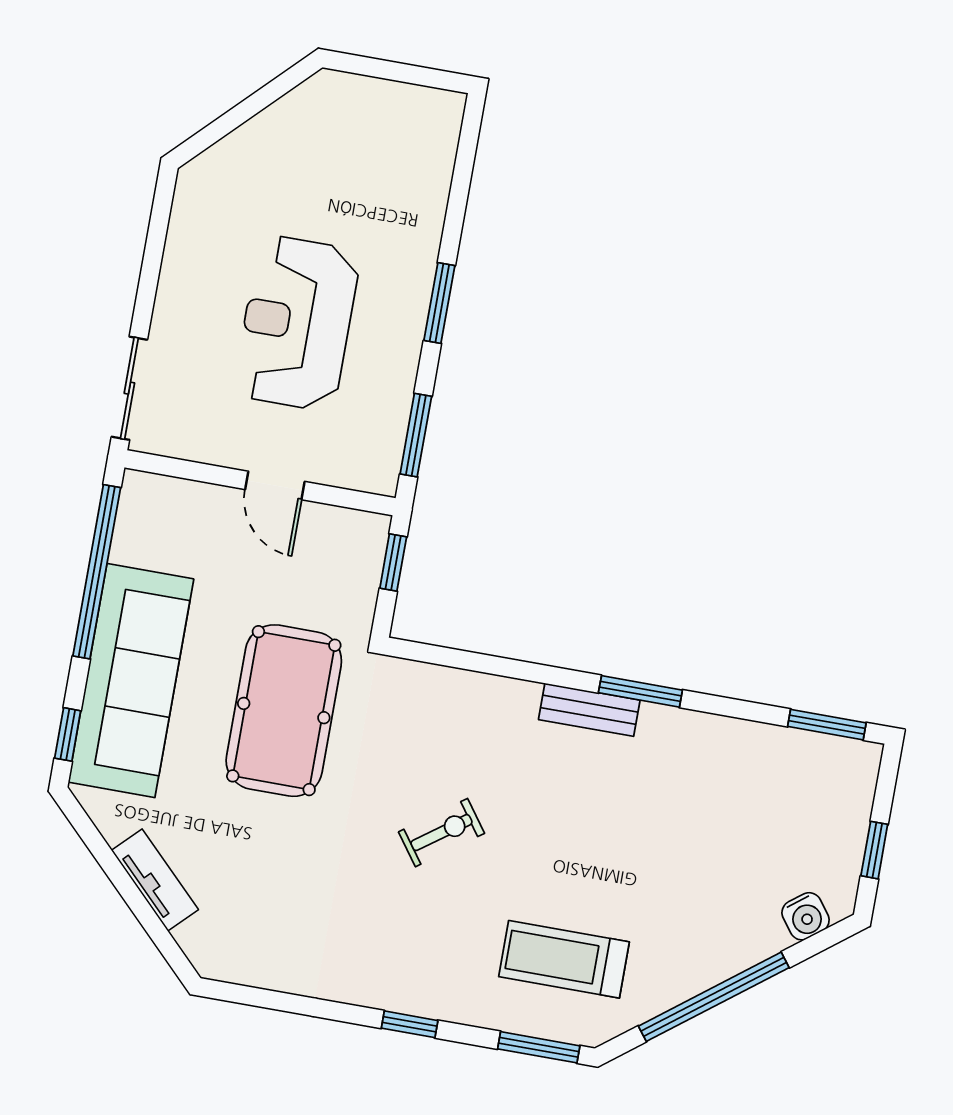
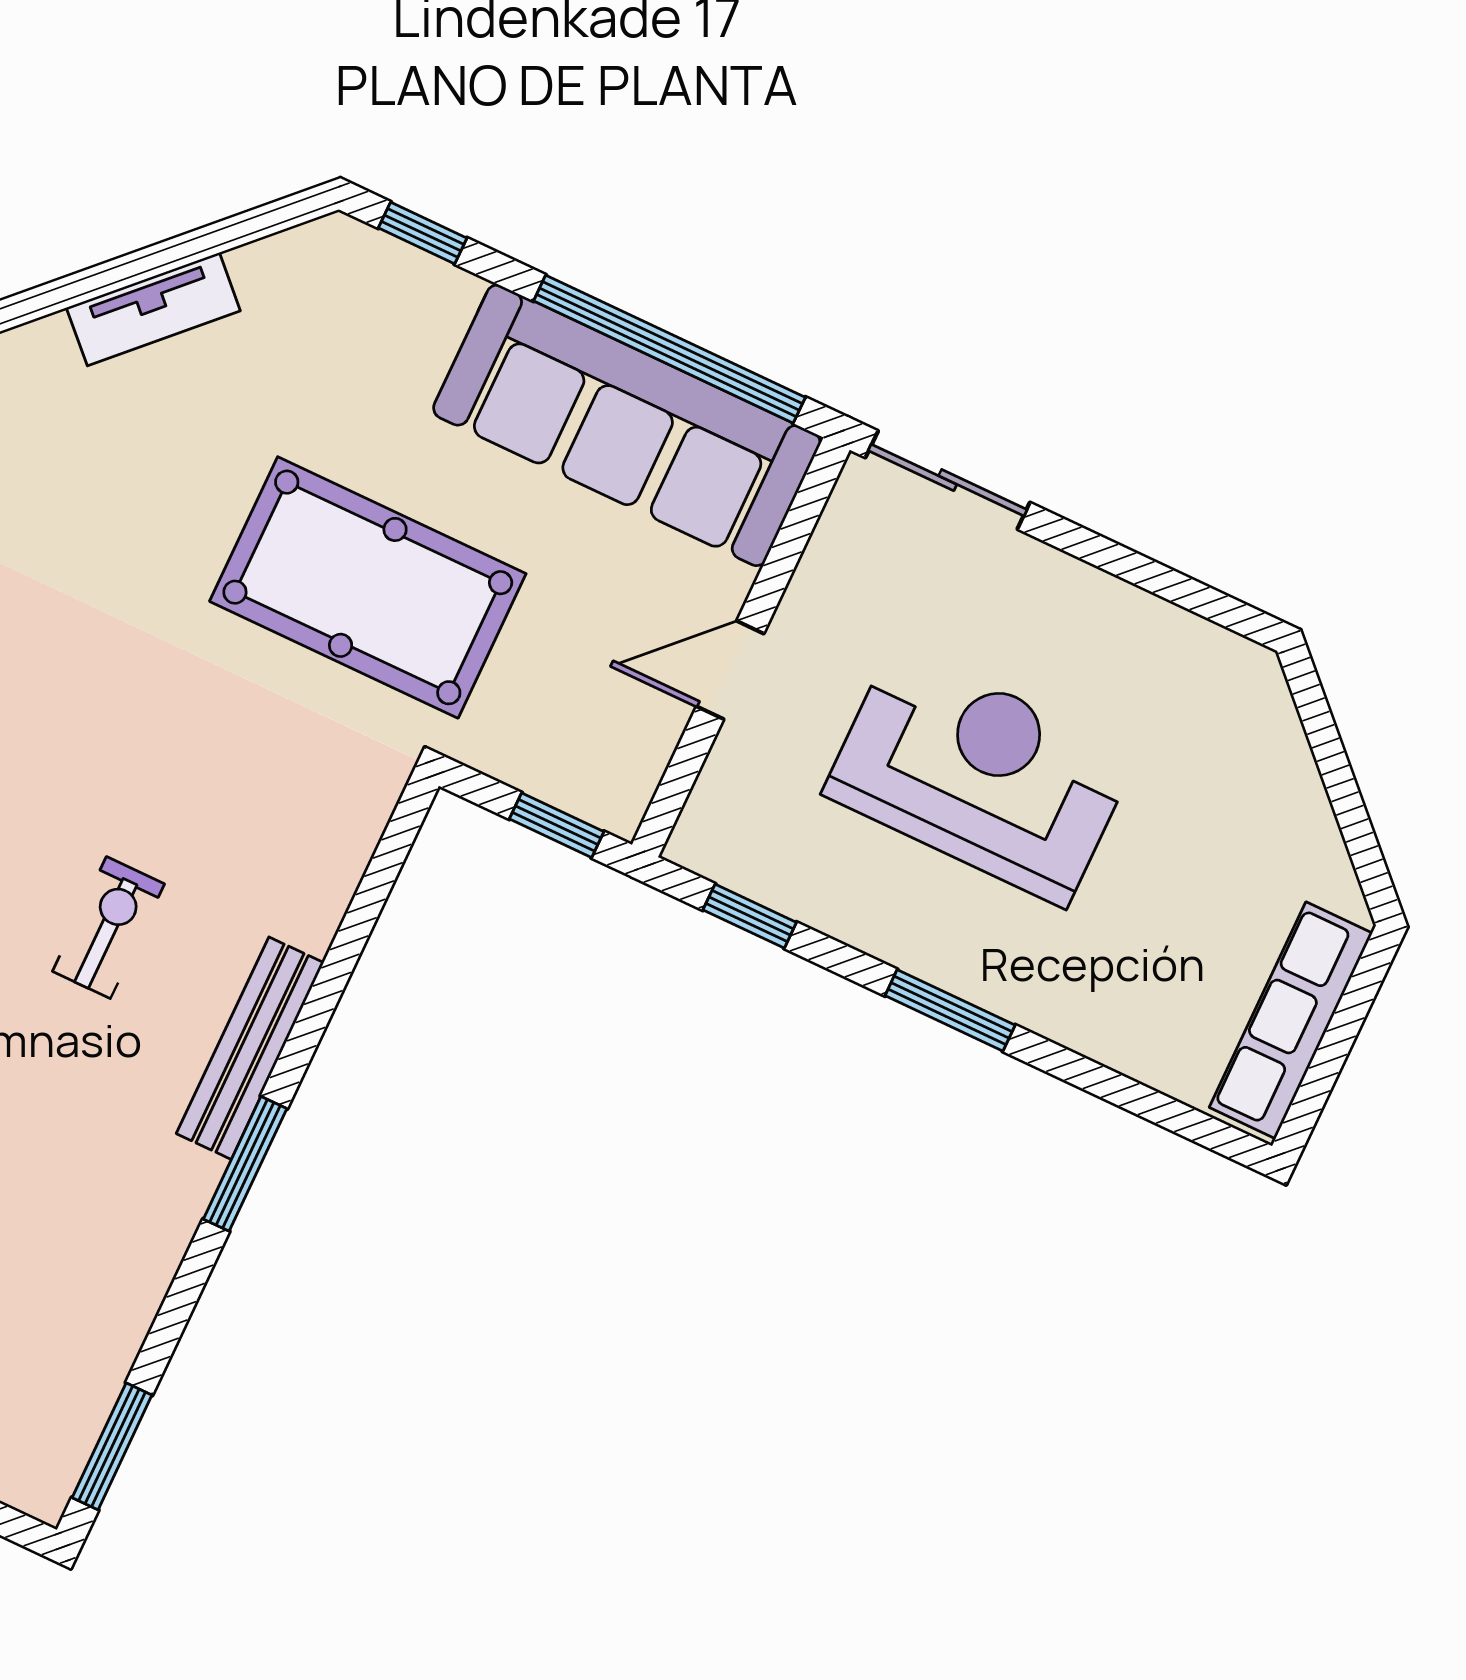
row of seats: (391, 102) -> (1291, 1020), added
window: (416, 435) -> (750, 916), width x0.67
sofa: (131, 681) -> (627, 425), moved
bench: (589, 710) -> (250, 1048), width x1.36
exercise bike: (442, 833) -> (108, 928), moved, turned -144

